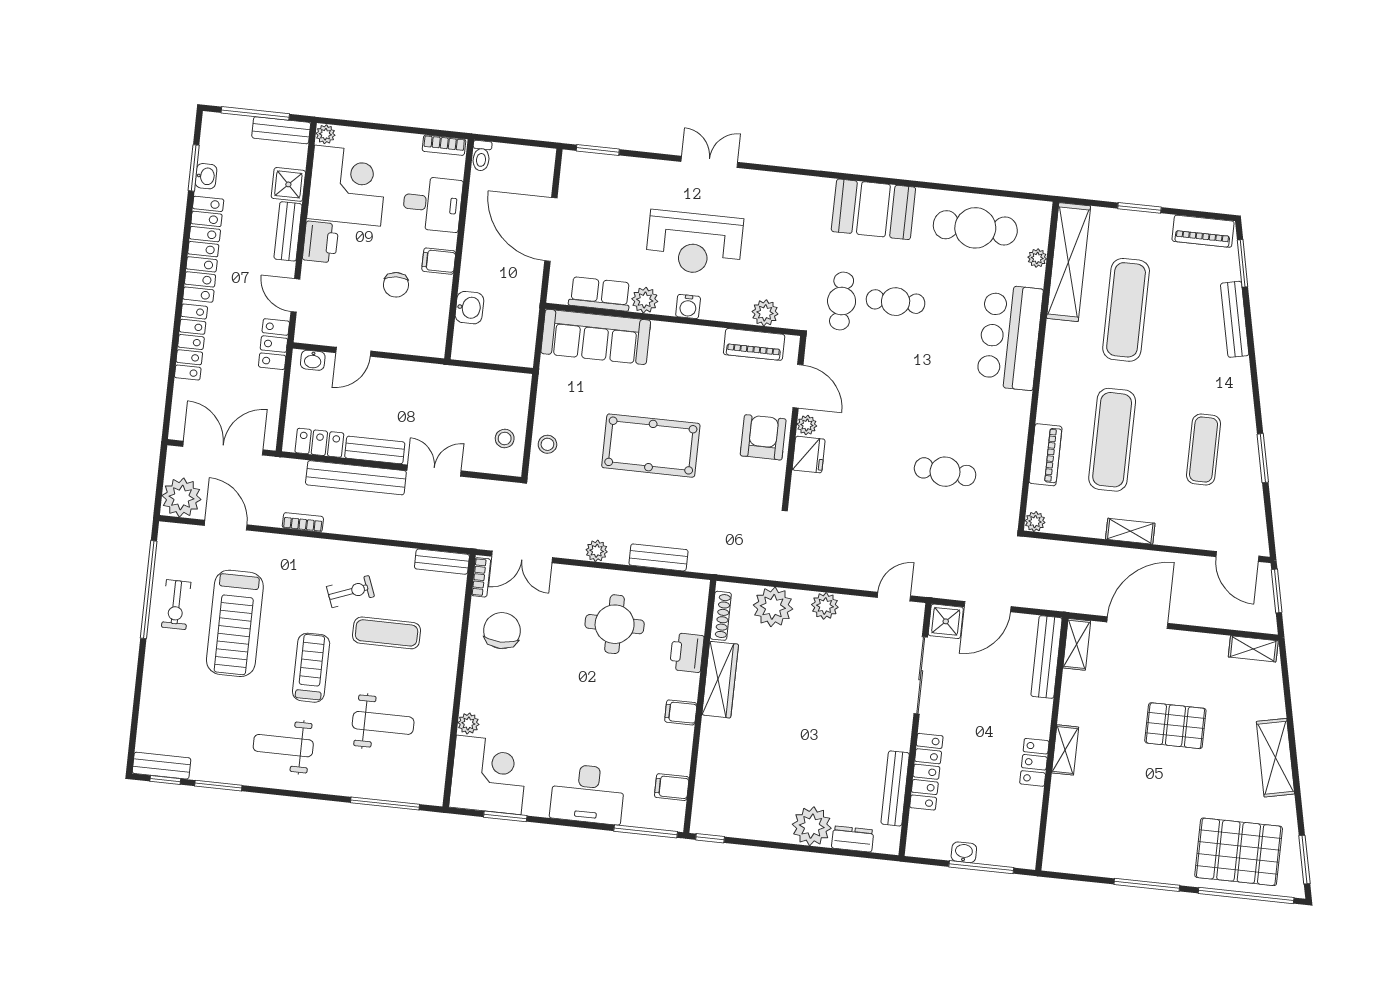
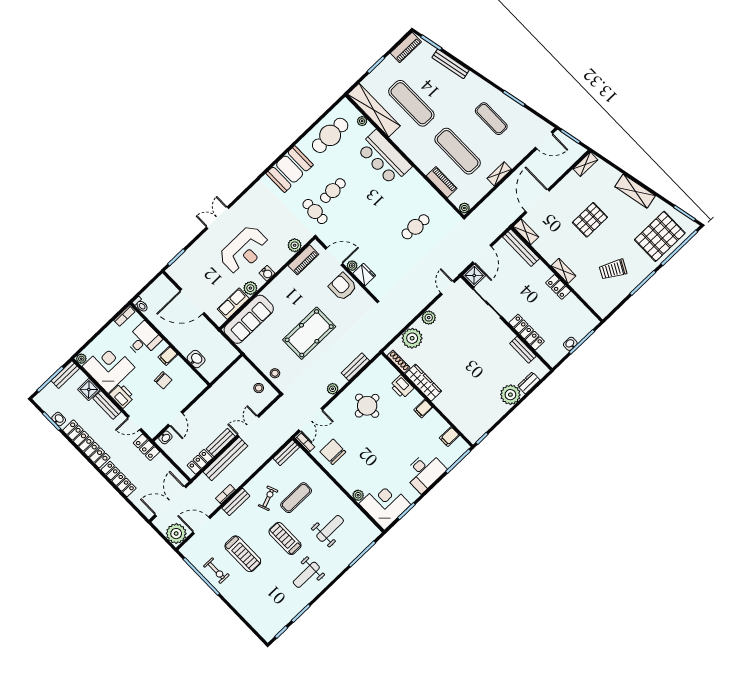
treadmill: (235, 623) -> (243, 554), width x0.73, depth x0.73
bench: (161, 766) -> (236, 502), moved
bench: (895, 788) -> (523, 350), width x0.73
trolley: (1129, 823) -> (613, 270), added

